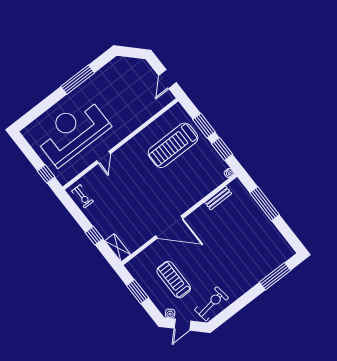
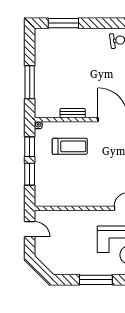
door: (168, 79) -> (30, 229), hinge flipped
treadmill: (173, 145) -> (70, 146), moved, width x0.73, depth x0.73
bench: (218, 198) -> (73, 113), moved

